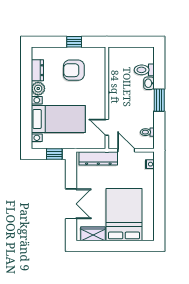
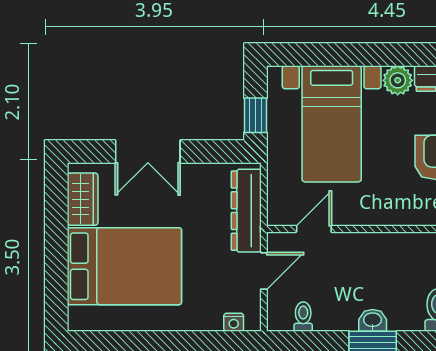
washbasin: (149, 83) -> (373, 320), moved

